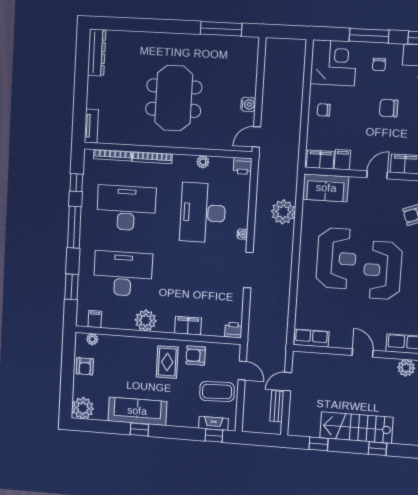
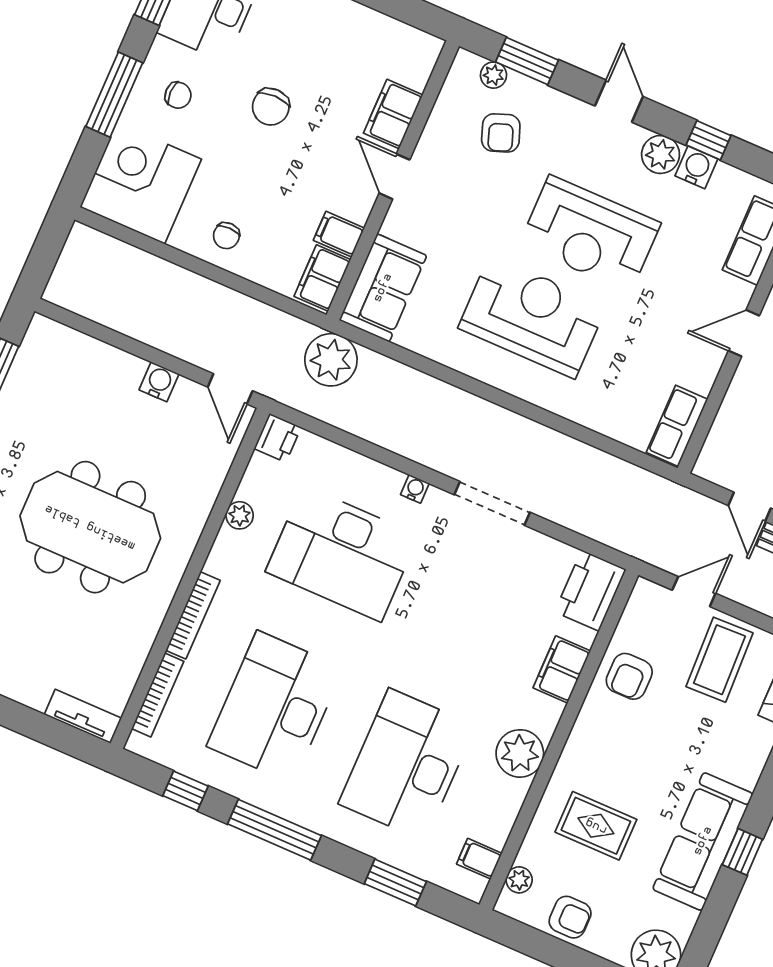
plant: (283, 212) -> (331, 360), moved
printer: (233, 330) -> (590, 591), width x1.87, depth x1.48
rug: (167, 362) -> (596, 826), moved

